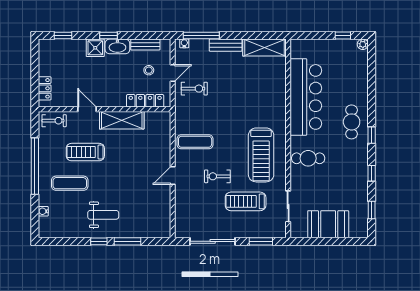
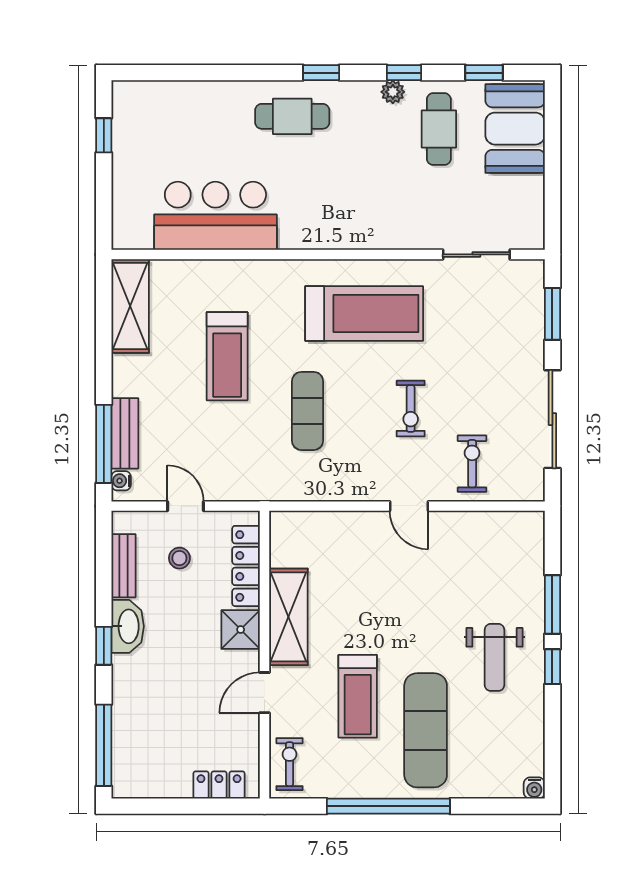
window: (63, 35) -> (104, 745), width x2.17
plant: (363, 44) -> (393, 92), moved
bench: (226, 45) -> (125, 433), moved
shower: (95, 48) -> (241, 630), moved
exercise bike: (194, 89) -> (472, 464), moved
bar counter: (306, 97) -> (215, 216), width x0.73
exercise mat: (195, 142) -> (308, 411), moved
cafe table: (308, 158) -> (439, 129), moved
exercise mat: (70, 183) -> (426, 730), width x1.36, depth x1.45
treadmill: (246, 201) -> (227, 356), moved
water cooler: (43, 211) -> (534, 788), moved
weight bench: (103, 215) -> (494, 657), turned 180
booth: (328, 224) -> (515, 129), moved

